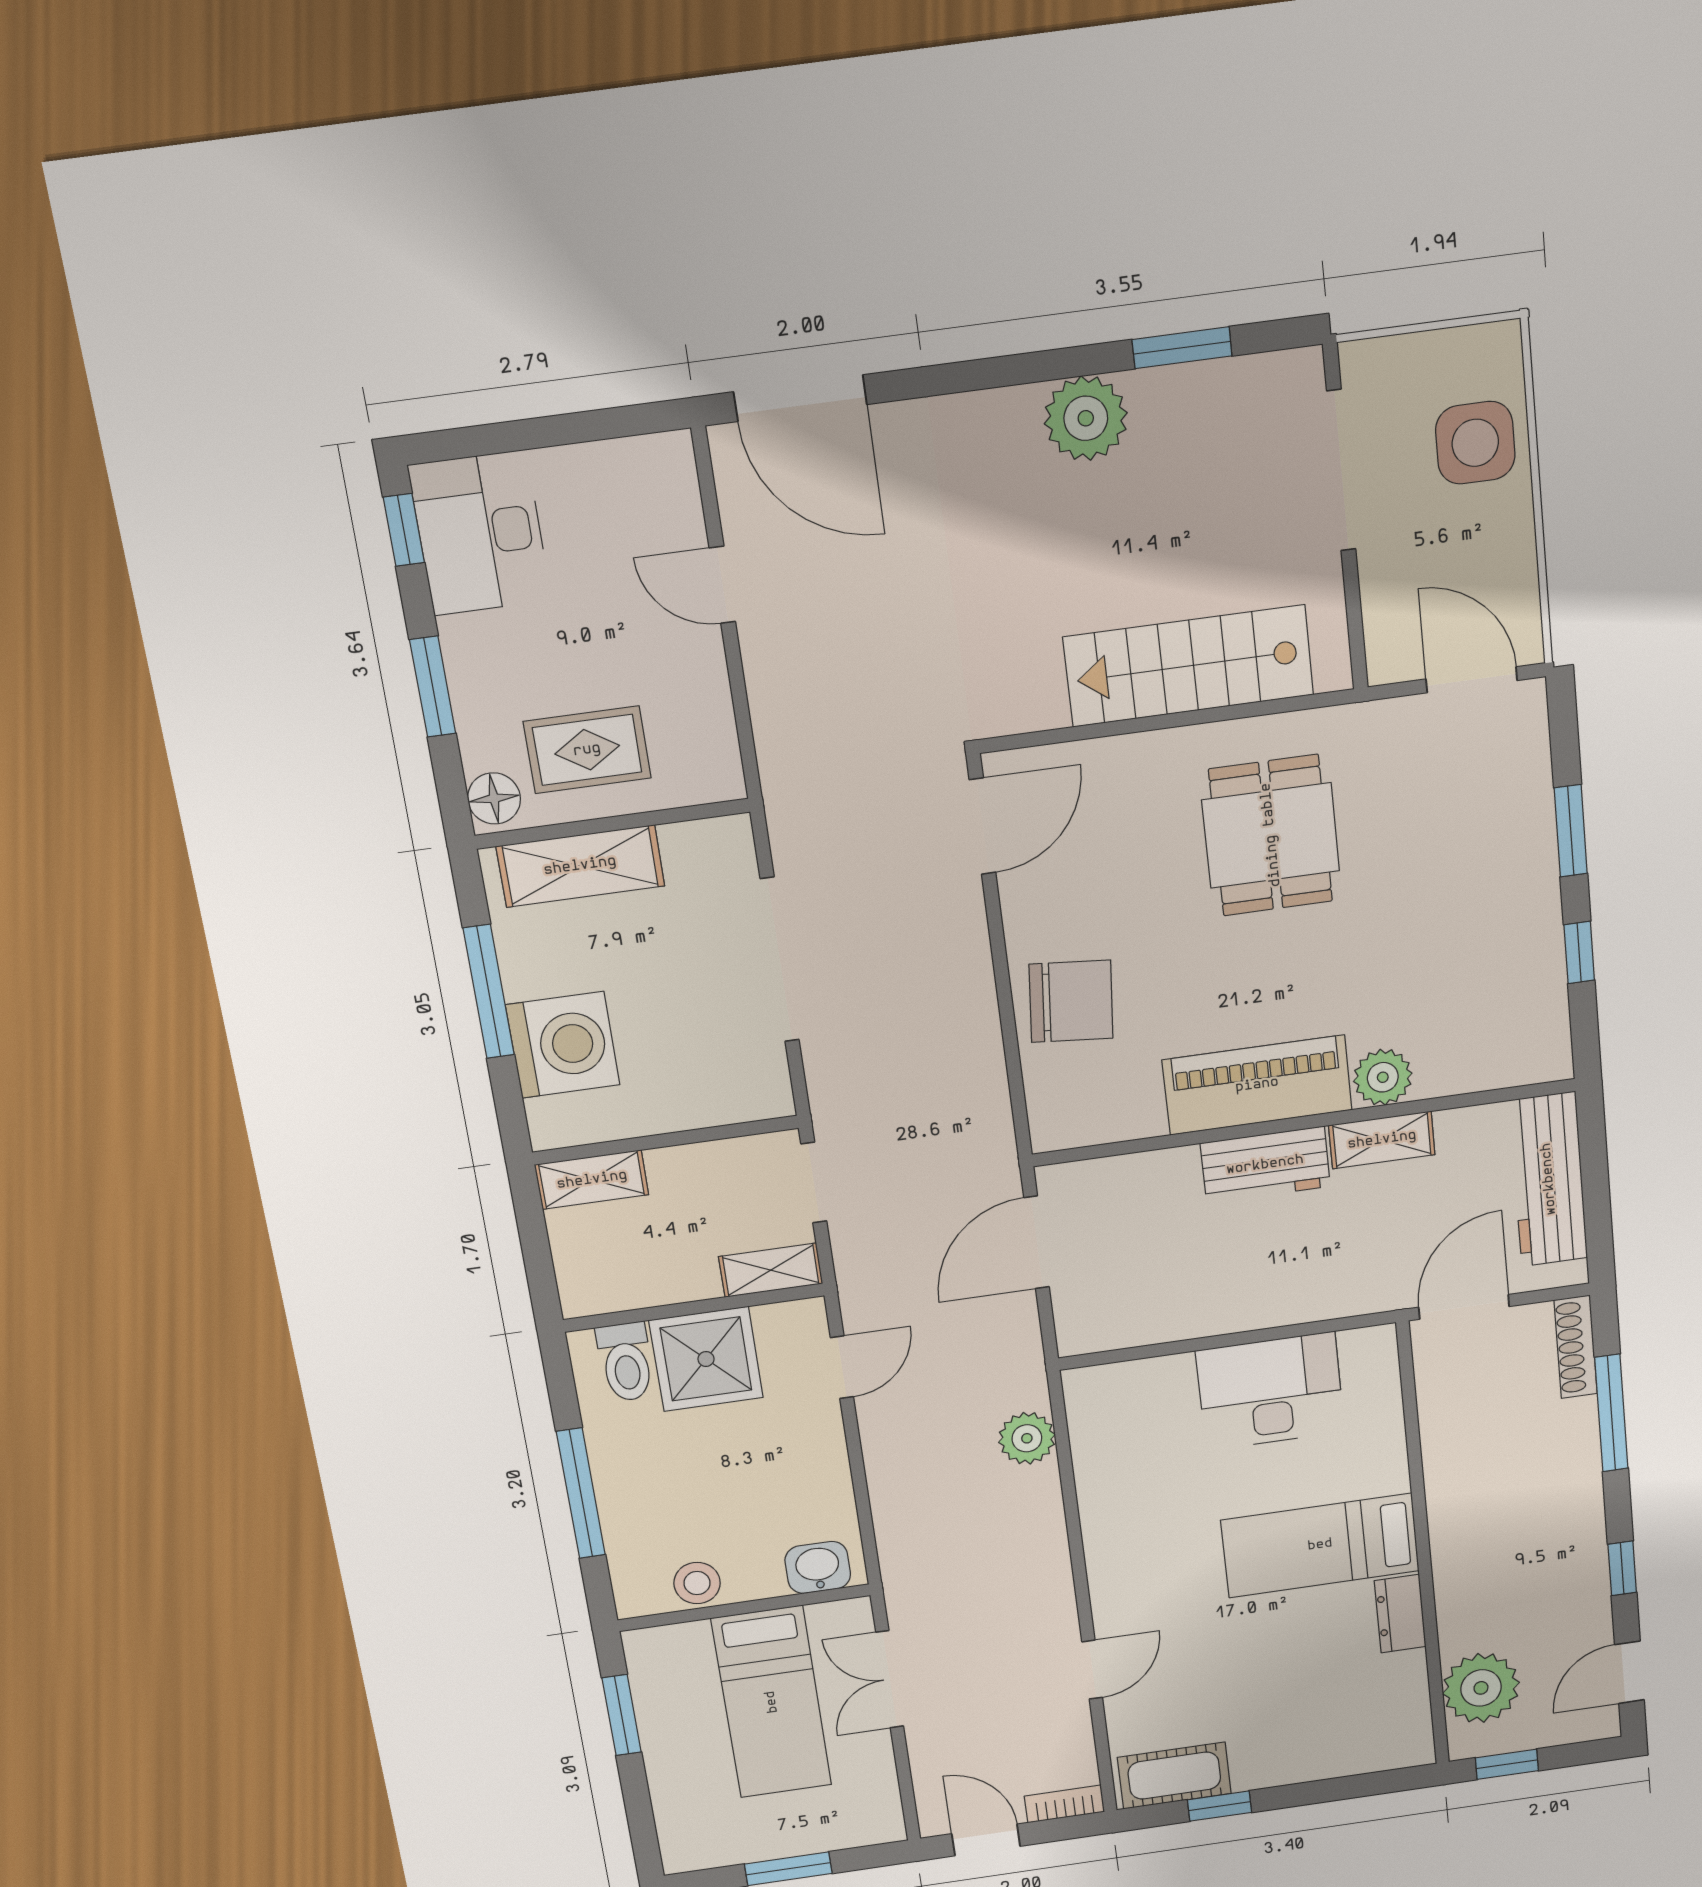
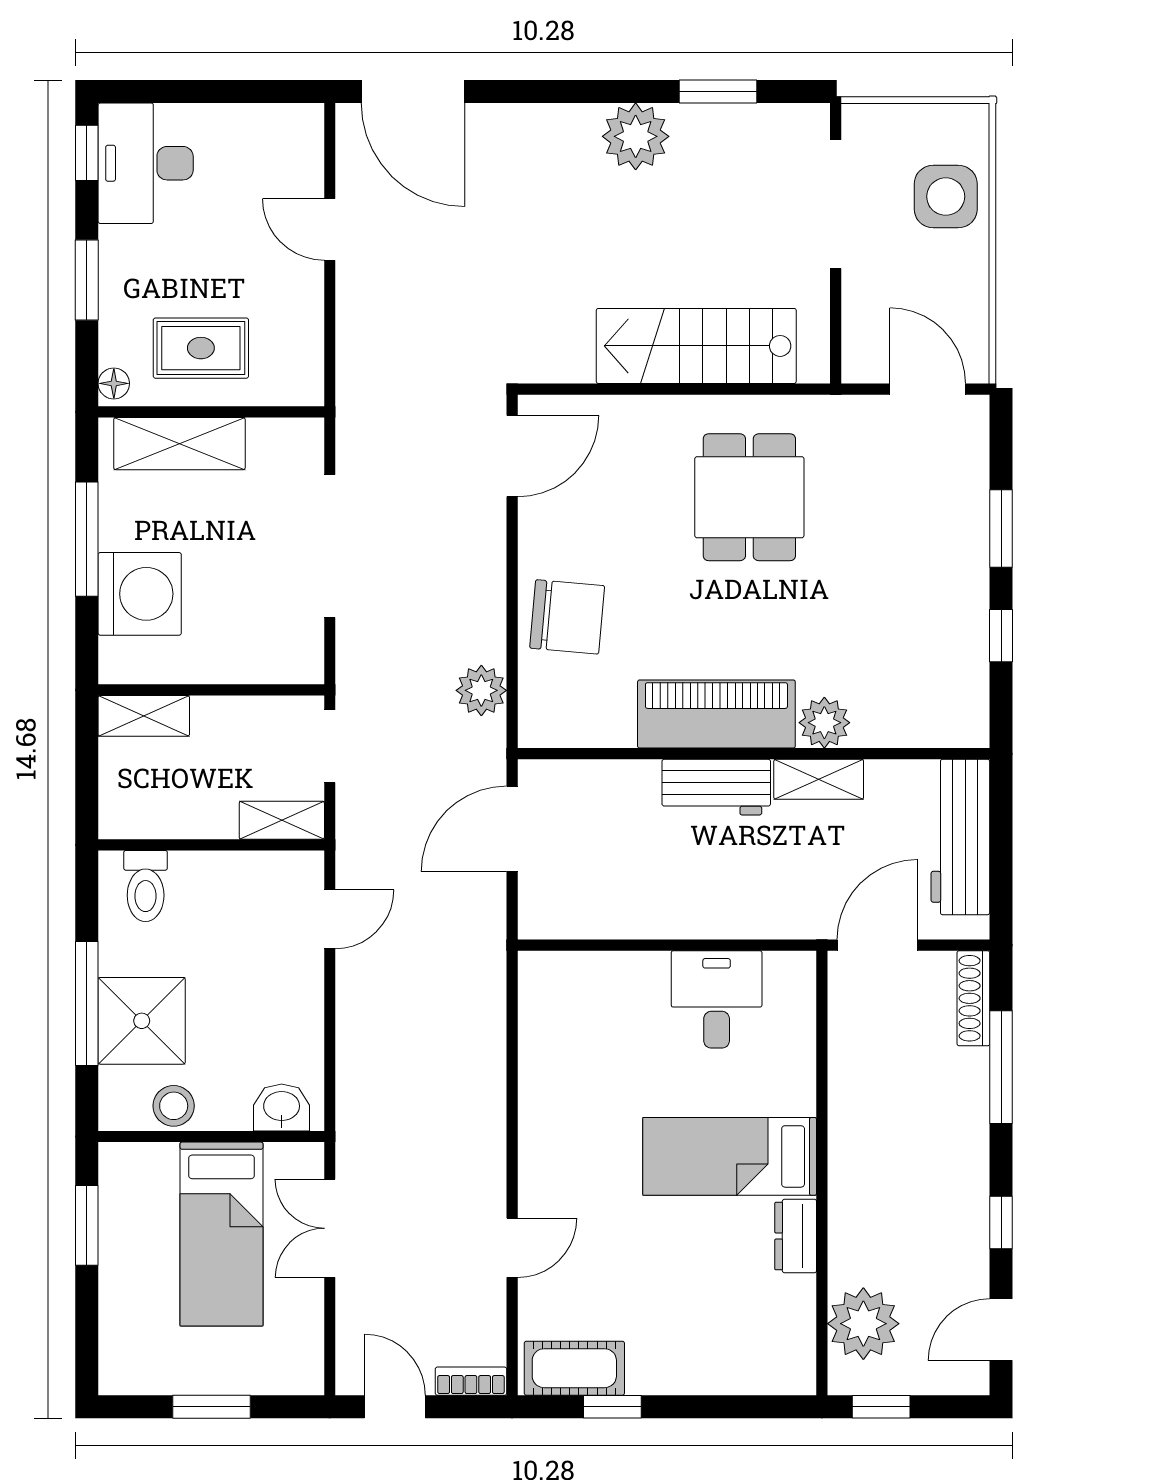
floor lamp: (494, 798) -> (114, 383), width x0.73, depth x0.73
shower: (706, 1359) -> (142, 1021), moved
desk: (1270, 1391) -> (717, 999), width x0.73
plant: (1027, 1438) -> (481, 690), moved

